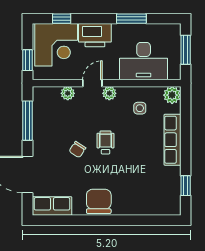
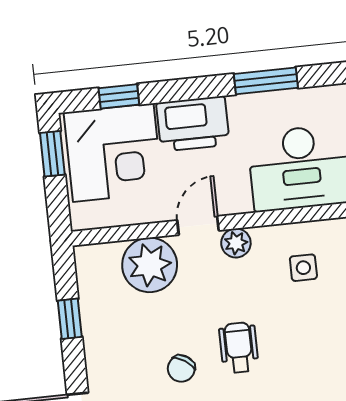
window: (28, 60) -> (52, 154), moved
plant: (68, 93) -> (150, 265), width x1.87, depth x1.87
window: (28, 121) -> (70, 319), width x0.46

